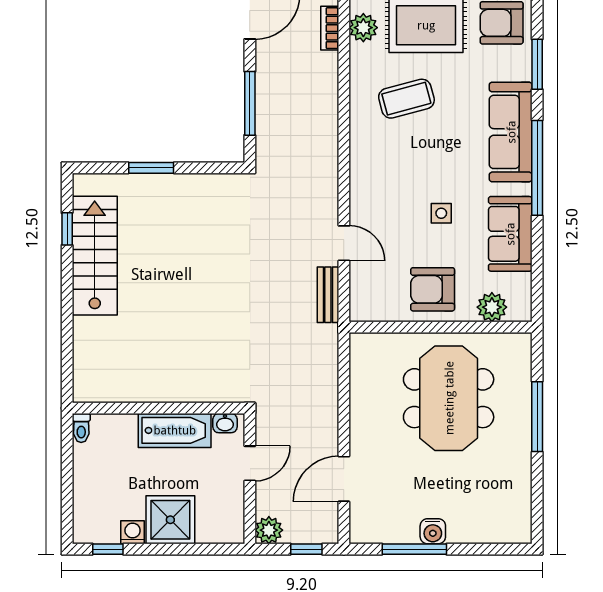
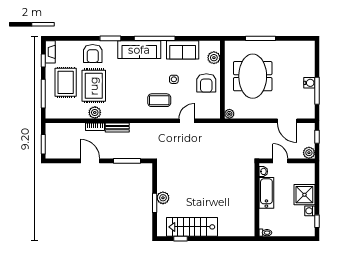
coffee table: (406, 99) -> (159, 100), moved, turned -75
plant: (163, 188) -> (163, 198), added
bench: (328, 295) -> (117, 128), moved
plant: (360, 344) -> (229, 114), added
meeting table: (449, 398) -> (253, 76), turned 90

